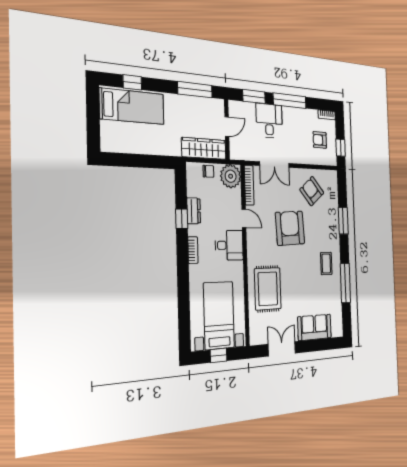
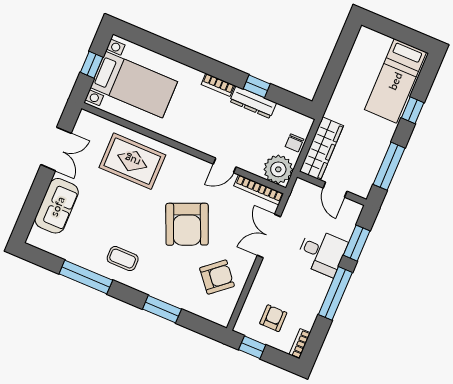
window: (132, 82) -> (413, 110), moved
dresser: (194, 211) -> (253, 102), width x1.44
armchair: (290, 228) -> (187, 224), turned 70
desk: (229, 245) -> (203, 133), removed

